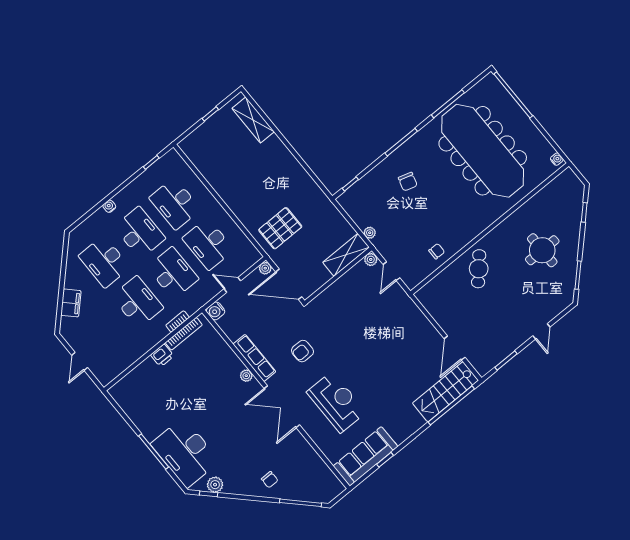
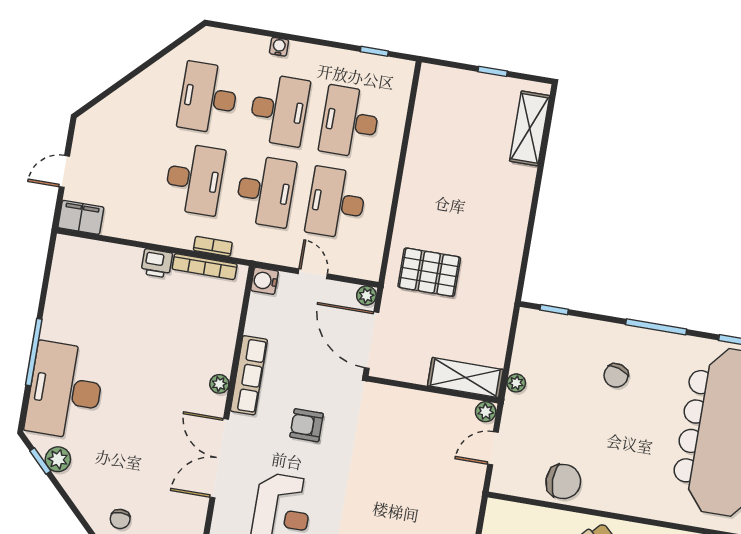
chair: (437, 251) -> (563, 482), width x1.87, depth x1.87
filing cabinet: (71, 303) -> (81, 217), moved, turned -135

